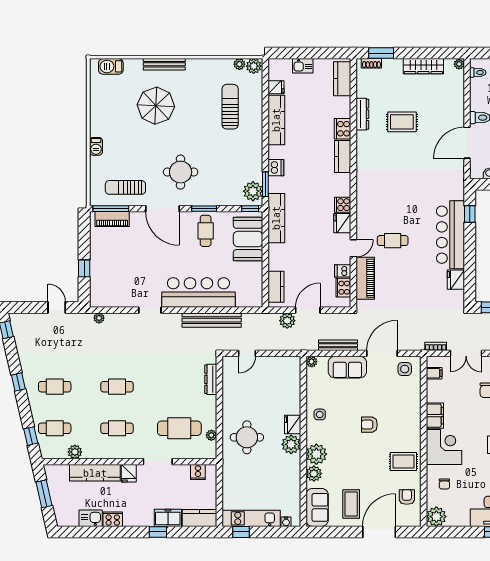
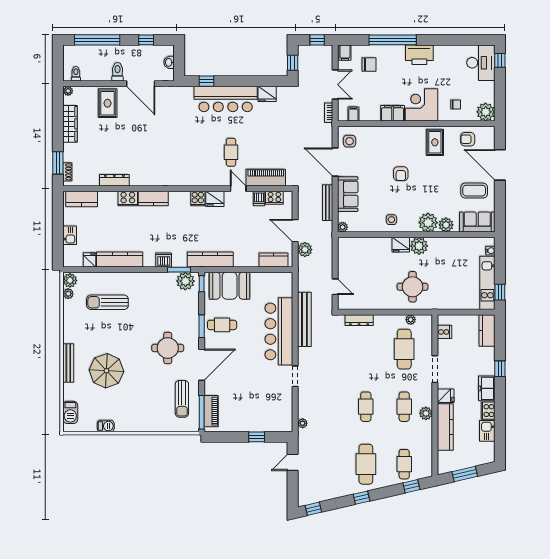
rug: (402, 122) -> (108, 103), moved
barbecue: (96, 146) -> (106, 426), moved
cafe table: (55, 387) -> (366, 464), width x1.37, depth x1.35
plant: (75, 452) -> (426, 413), moved
freezer: (168, 518) -> (487, 388), moved

